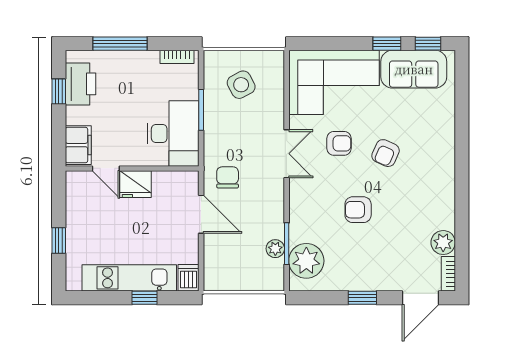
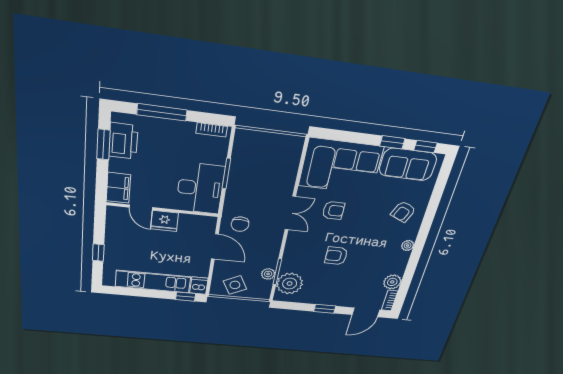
side table: (241, 85) -> (235, 285), moved
window: (59, 91) -> (103, 144), width x1.50
armchair: (386, 153) -> (403, 212), moved
chair: (228, 177) -> (240, 224), turned 180
plant: (447, 183) -> (408, 245), added
window: (144, 298) -> (186, 297), moved

